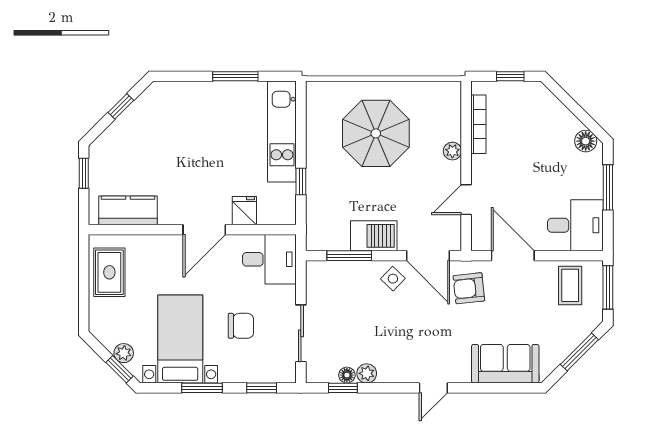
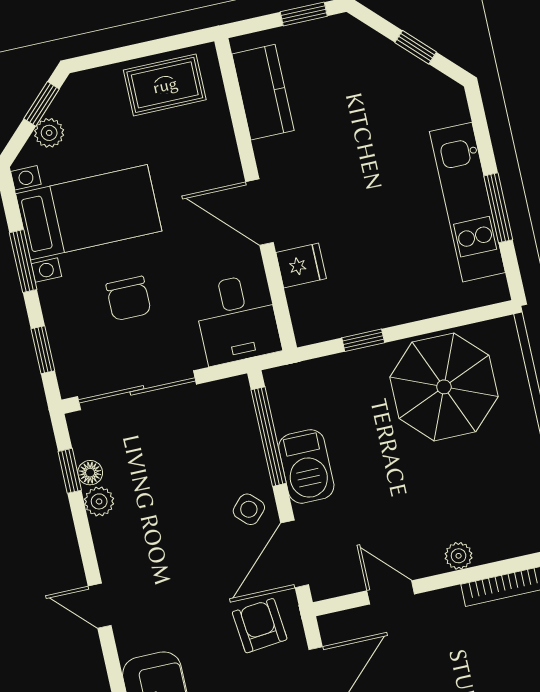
kitchen unit: (282, 132) -> (467, 202), moved, turned -90
parasol: (376, 133) -> (444, 387), moved
window: (349, 256) -> (269, 437), width x1.44
sliding door: (301, 333) -> (137, 390), width x1.37
window: (120, 369) -> (42, 104), moved

